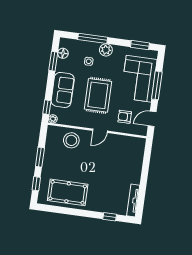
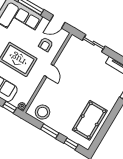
door: (152, 119) -> (57, 22), hinge flipped
stool: (71, 140) -> (43, 112), moved
sliding door: (146, 164) -> (94, 43), added

